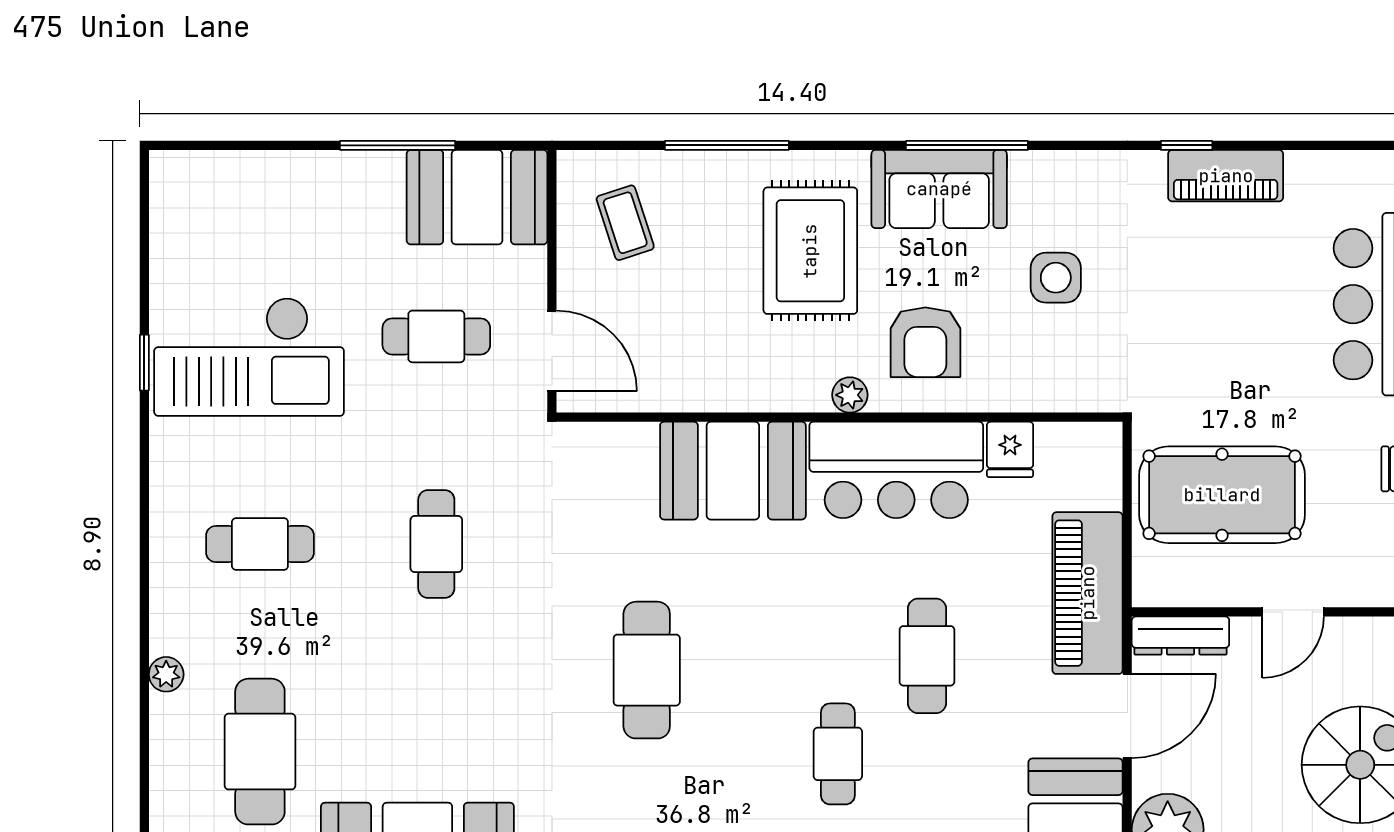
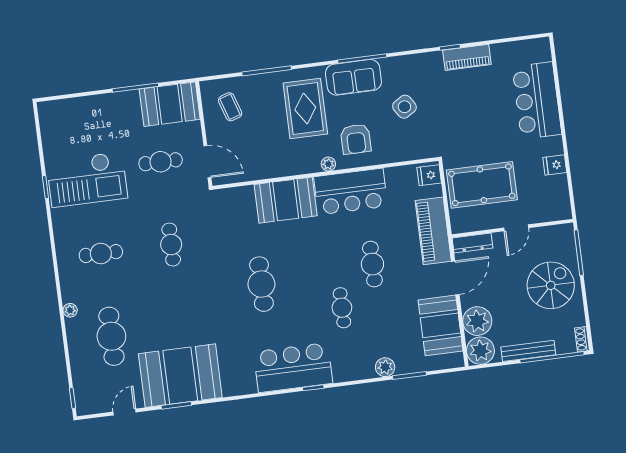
side table: (1056, 278) -> (404, 107), turned -33
fridge: (1010, 449) -> (429, 175), moved, turned 90

